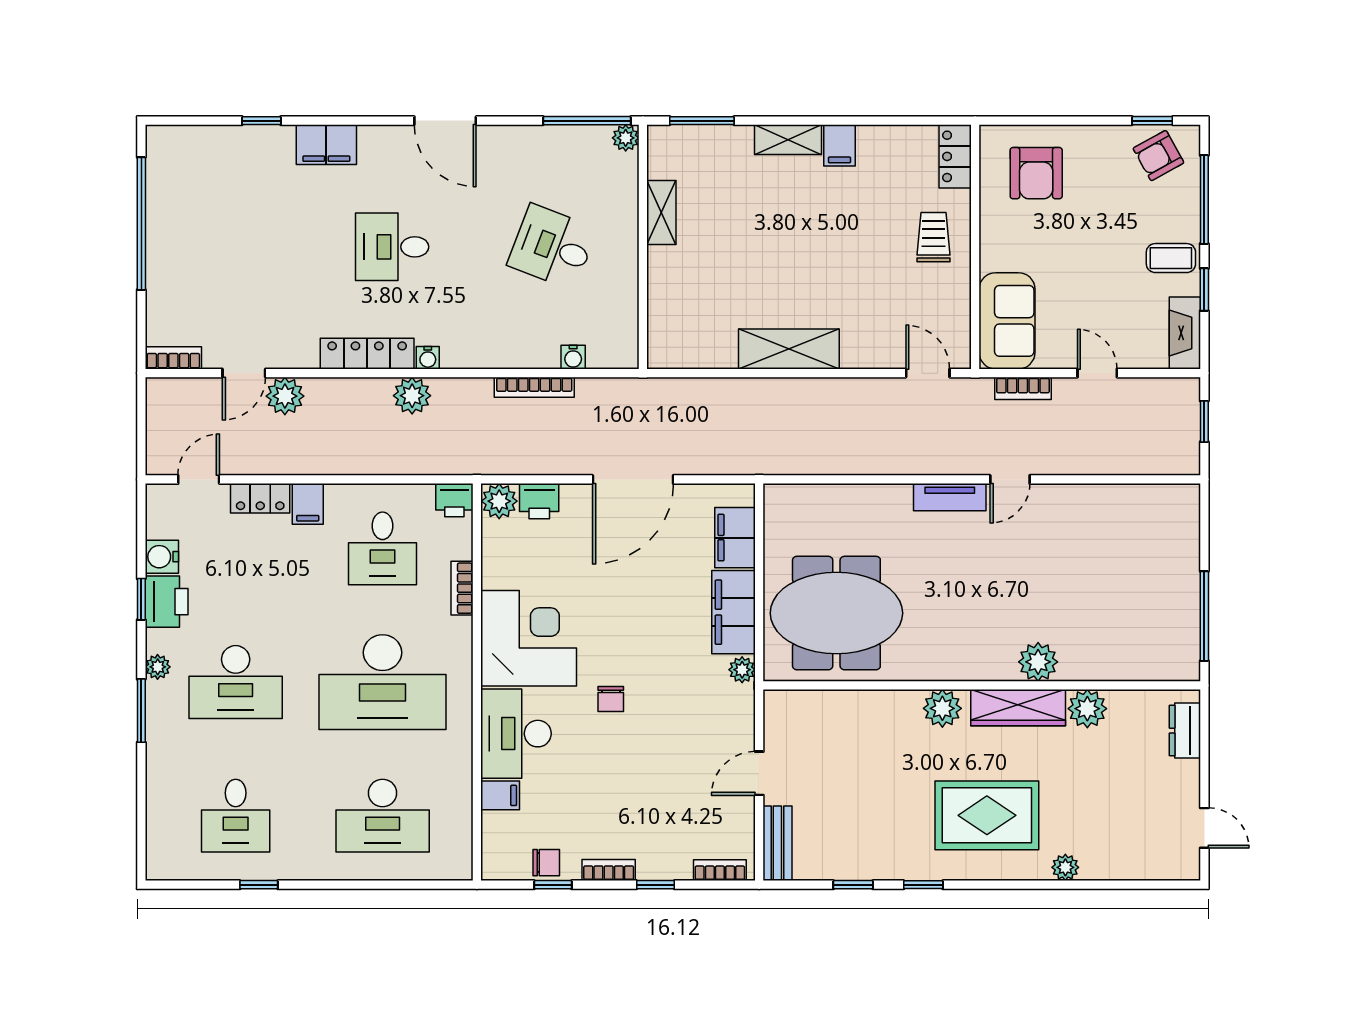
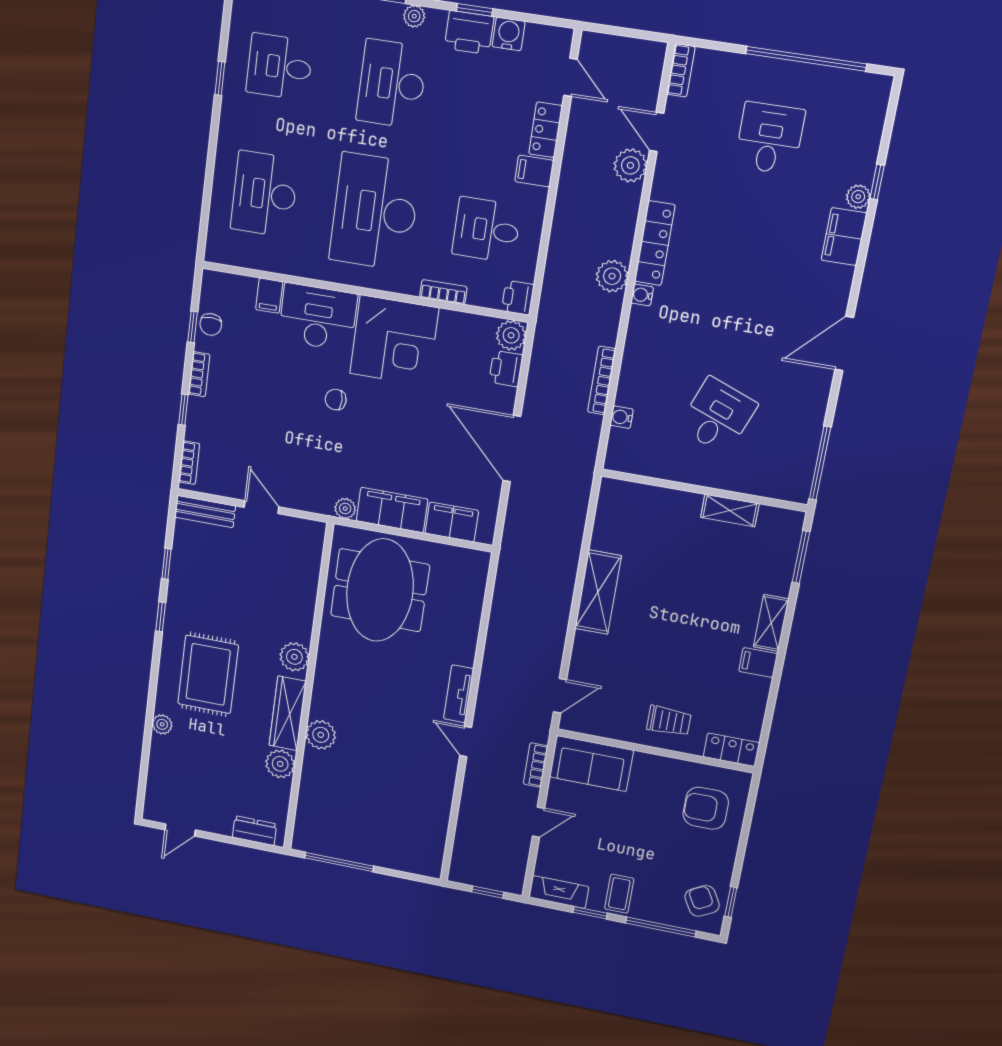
plant: (626, 138) -> (858, 197), moved
desk: (392, 247) -> (770, 138), moved

